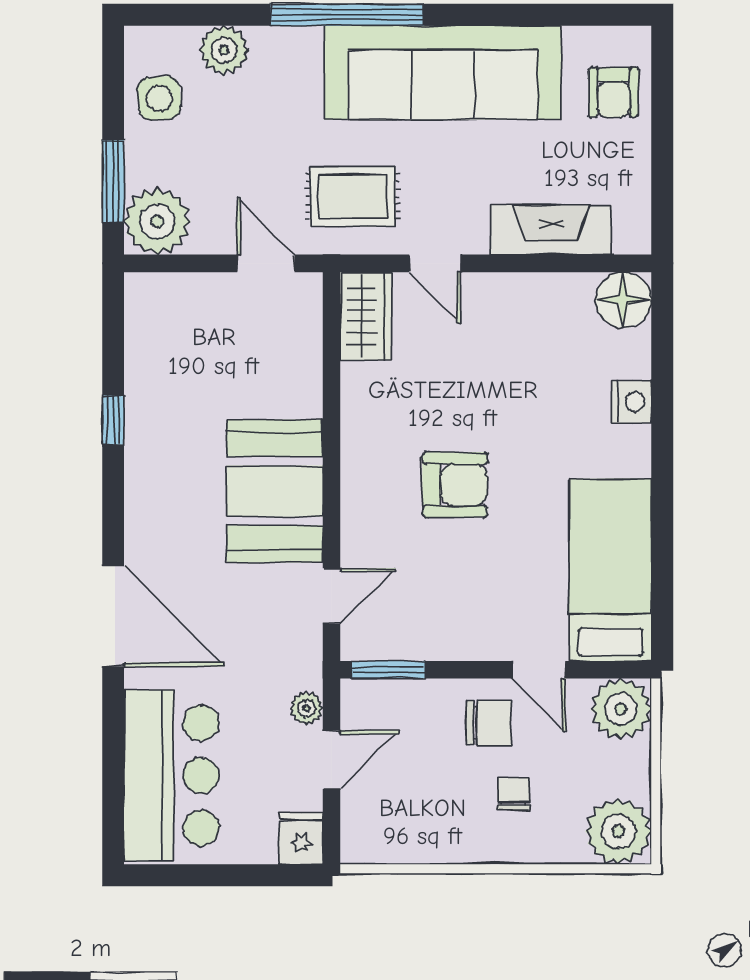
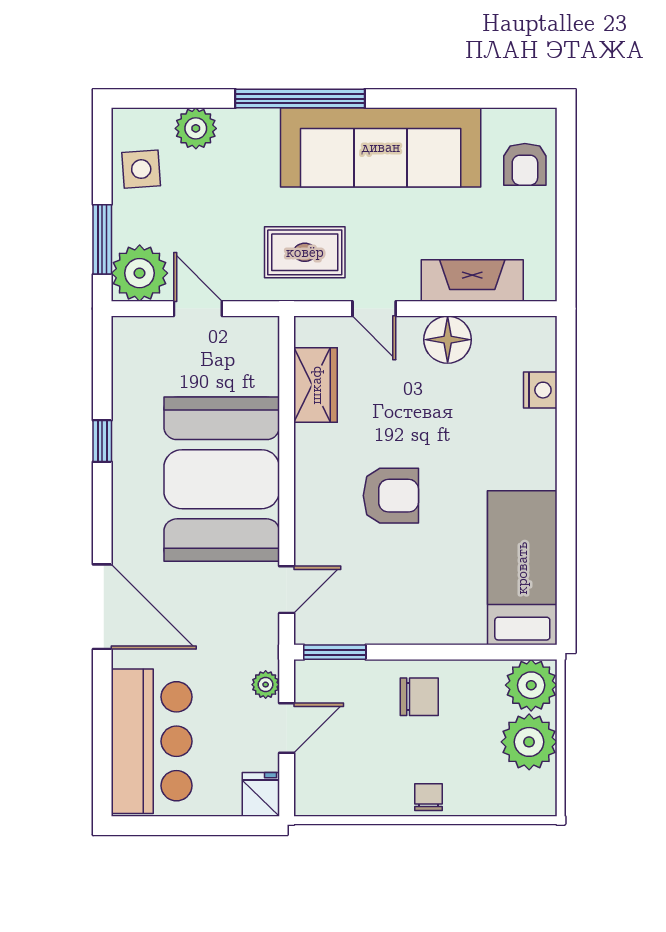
door: (266, 263) -> (198, 309), moved
floor lamp: (623, 300) -> (448, 340), moved
wardrobe: (366, 316) -> (316, 385), moved
nightstand: (632, 401) -> (540, 390), moved
booth: (275, 491) -> (222, 479), width x1.36, depth x1.42
door: (539, 670) -> (462, 652), removed
chair: (514, 794) -> (428, 797), moved
plant: (618, 831) -> (529, 742), moved

